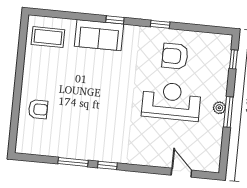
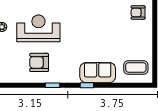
armchair: (175, 56) -> (39, 62), turned 180
reception desk: (171, 101) -> (38, 28), turned 180

